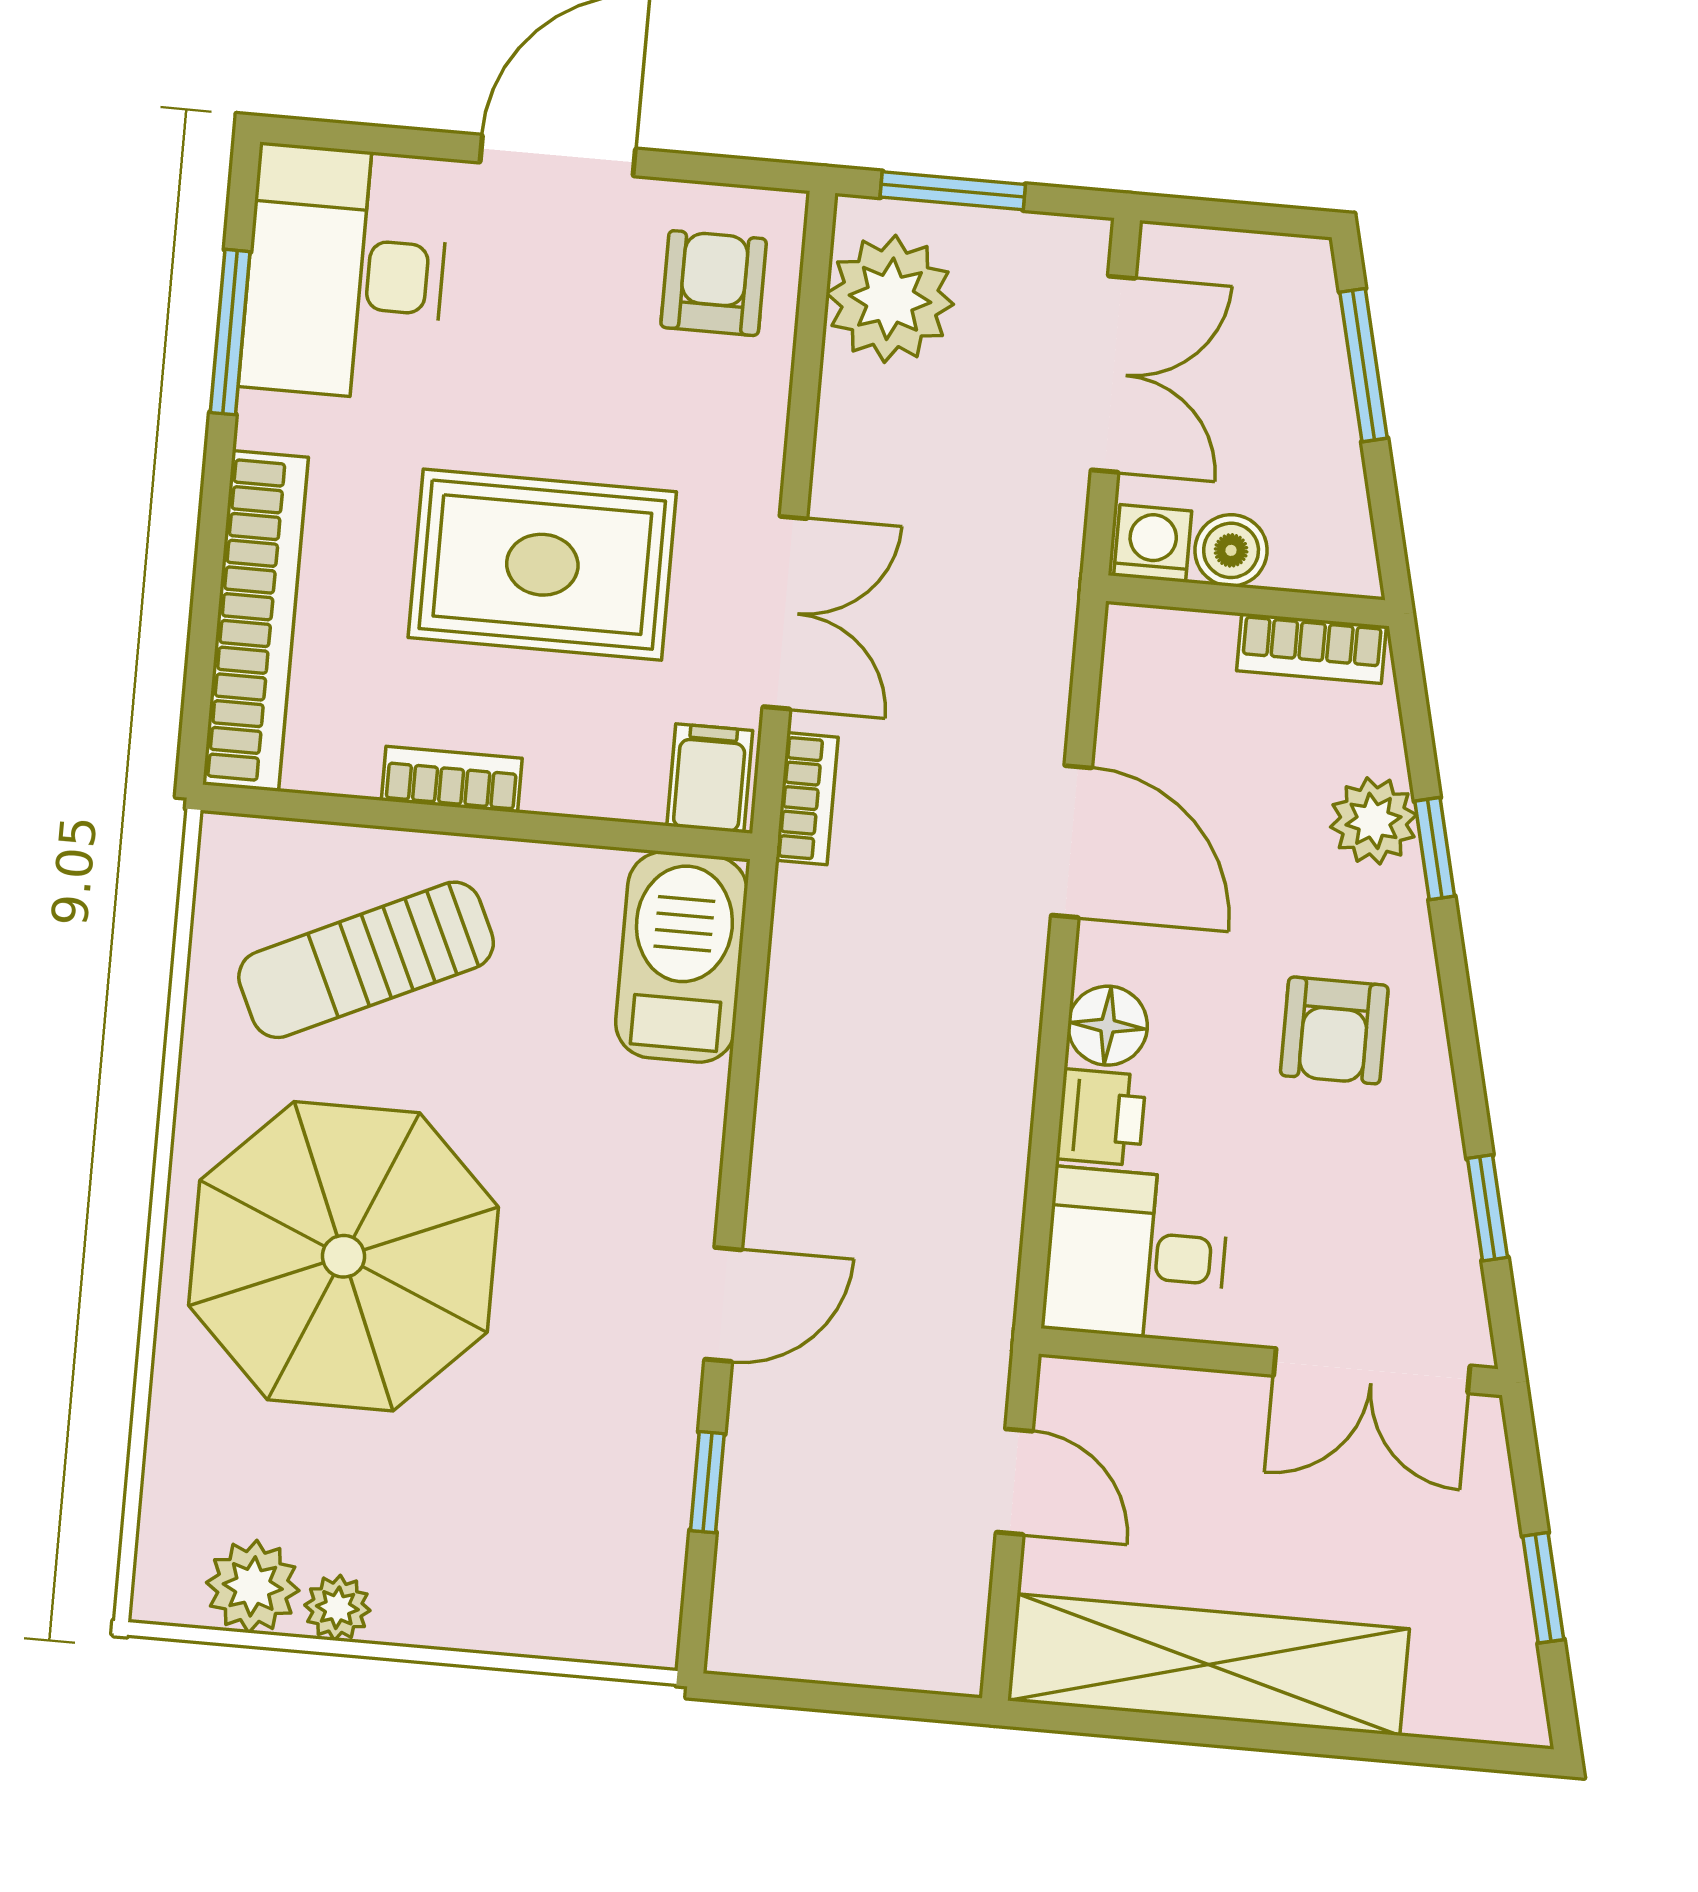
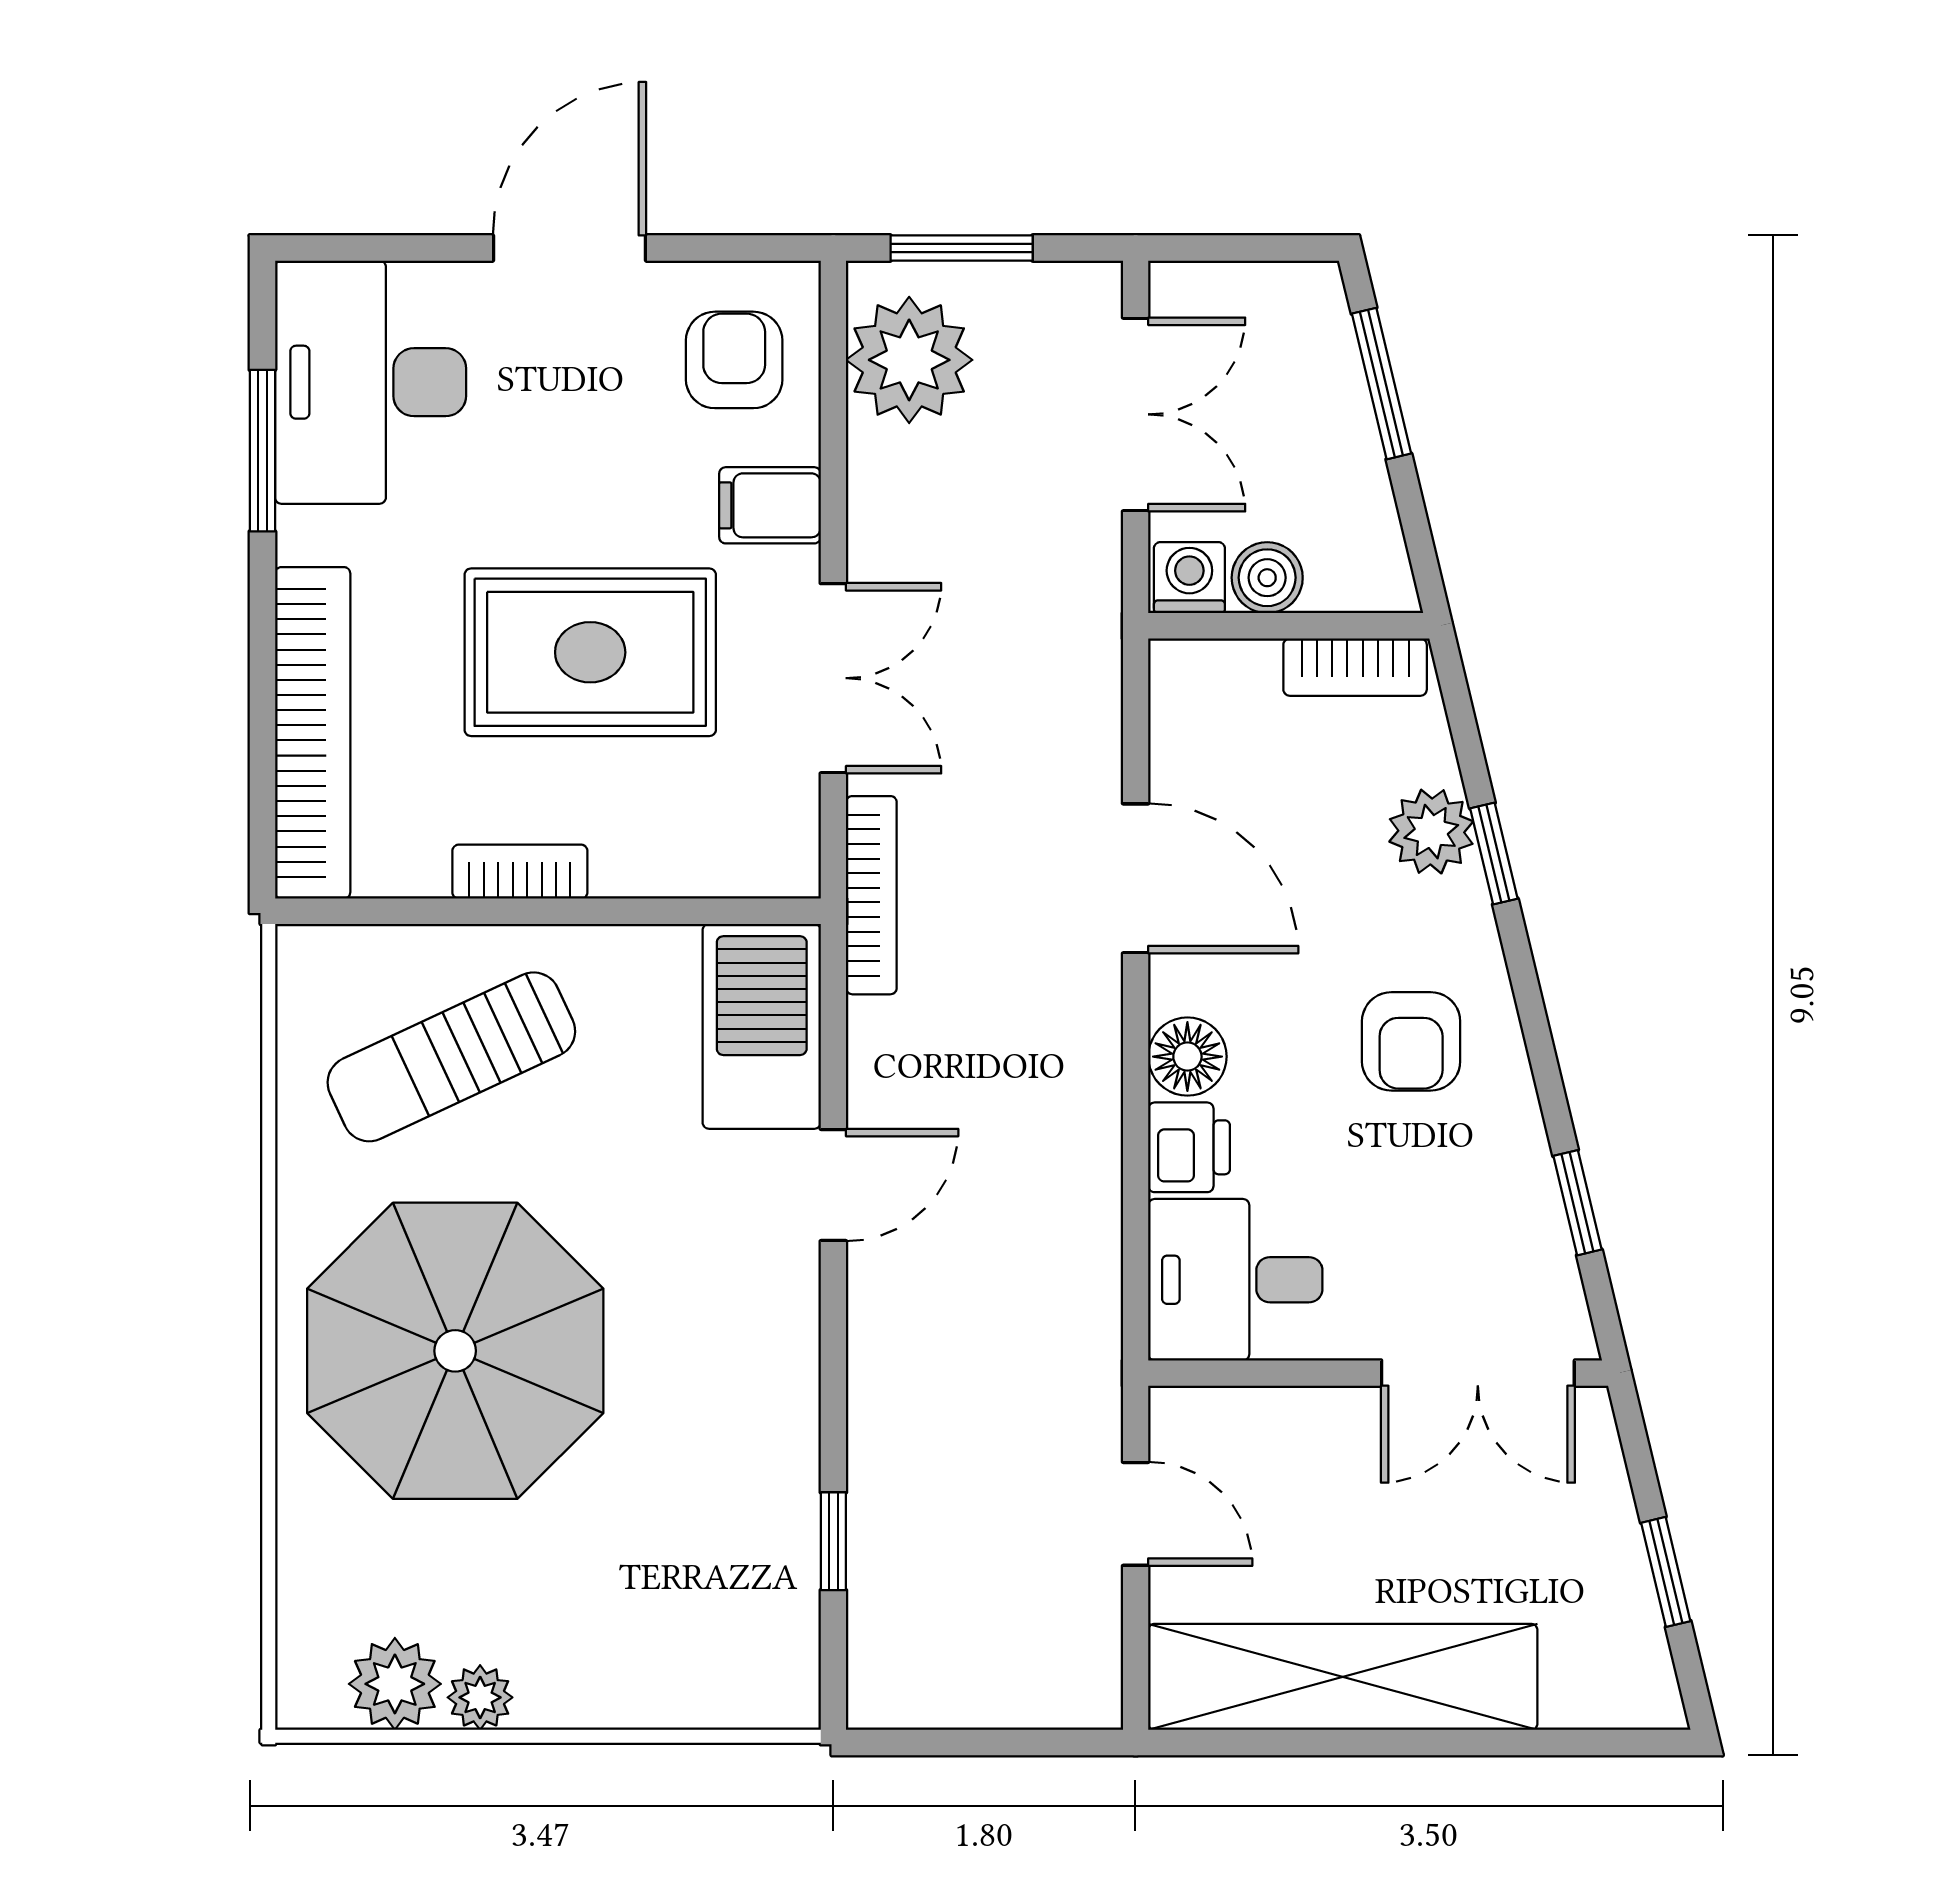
filing cabinet: (710, 778) -> (770, 505), moved, turned -90
bookcase: (807, 799) -> (871, 895), width x1.56
door: (723, 1304) -> (833, 1185), moved

